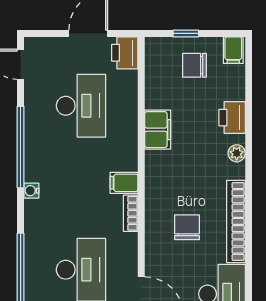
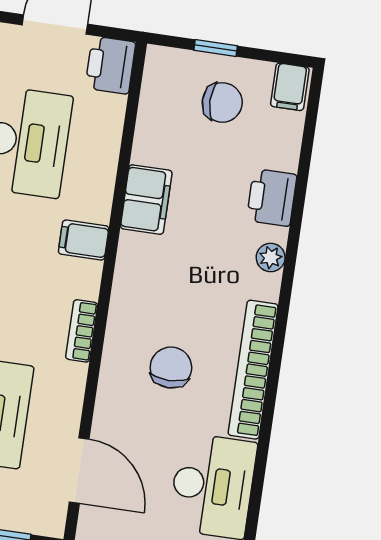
chair: (194, 65) -> (222, 102), turned 180
filing cabinet: (124, 183) -> (84, 240), moved

